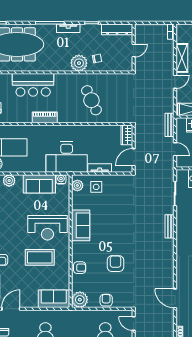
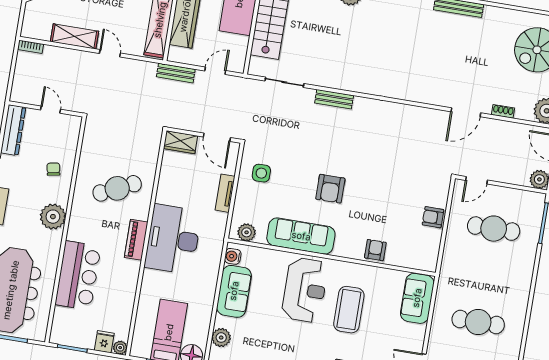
plant: (79, 63) -> (53, 217), moved
piano: (45, 117) -> (136, 240), moved
desk: (67, 157) -> (173, 239), moved, turned 180
side table: (96, 187) -> (261, 173), moved
sofa: (81, 225) -> (301, 236), width x1.36
armchair: (115, 264) -> (330, 189), moved, turned -90
door: (175, 298) -> (466, 112), moved
plant: (80, 300) -> (425, 258), removed

